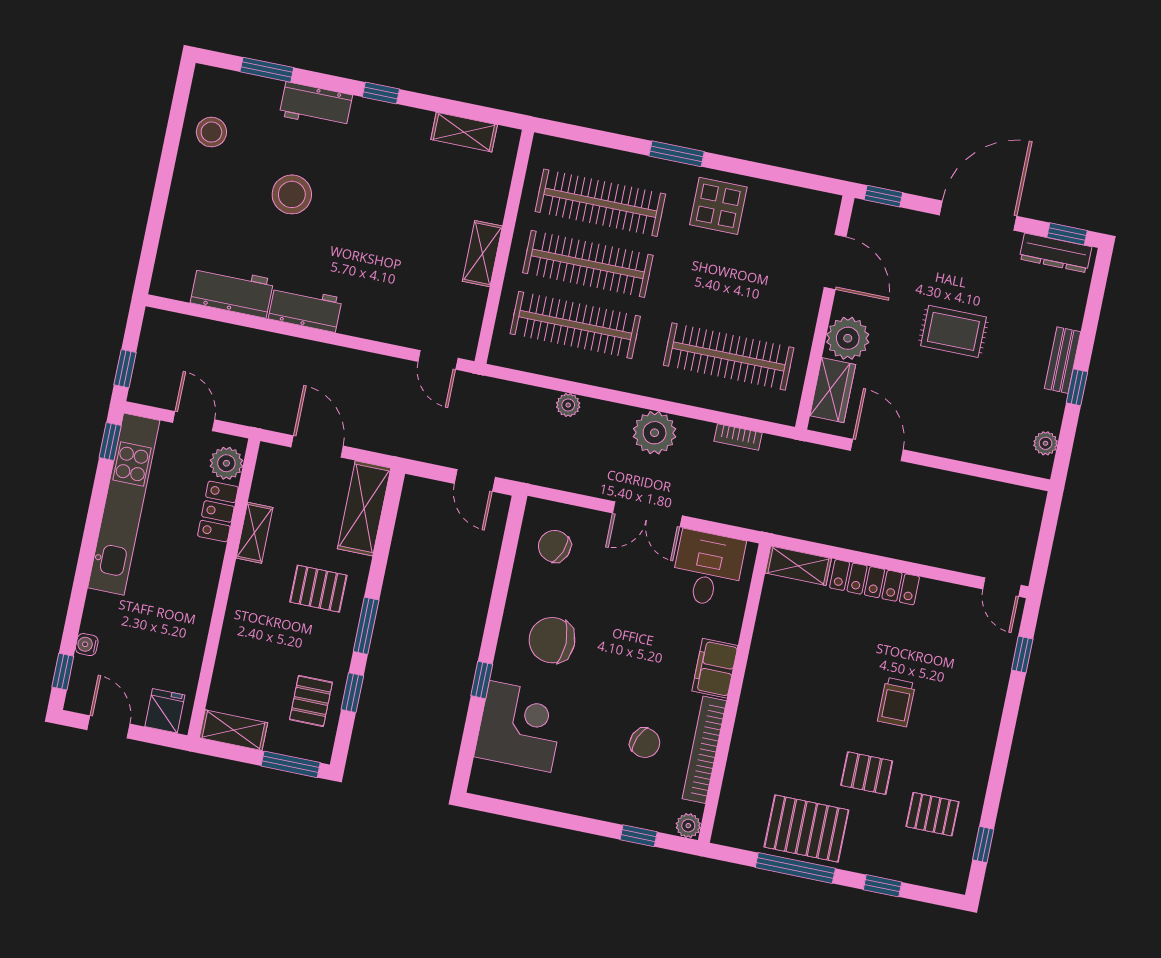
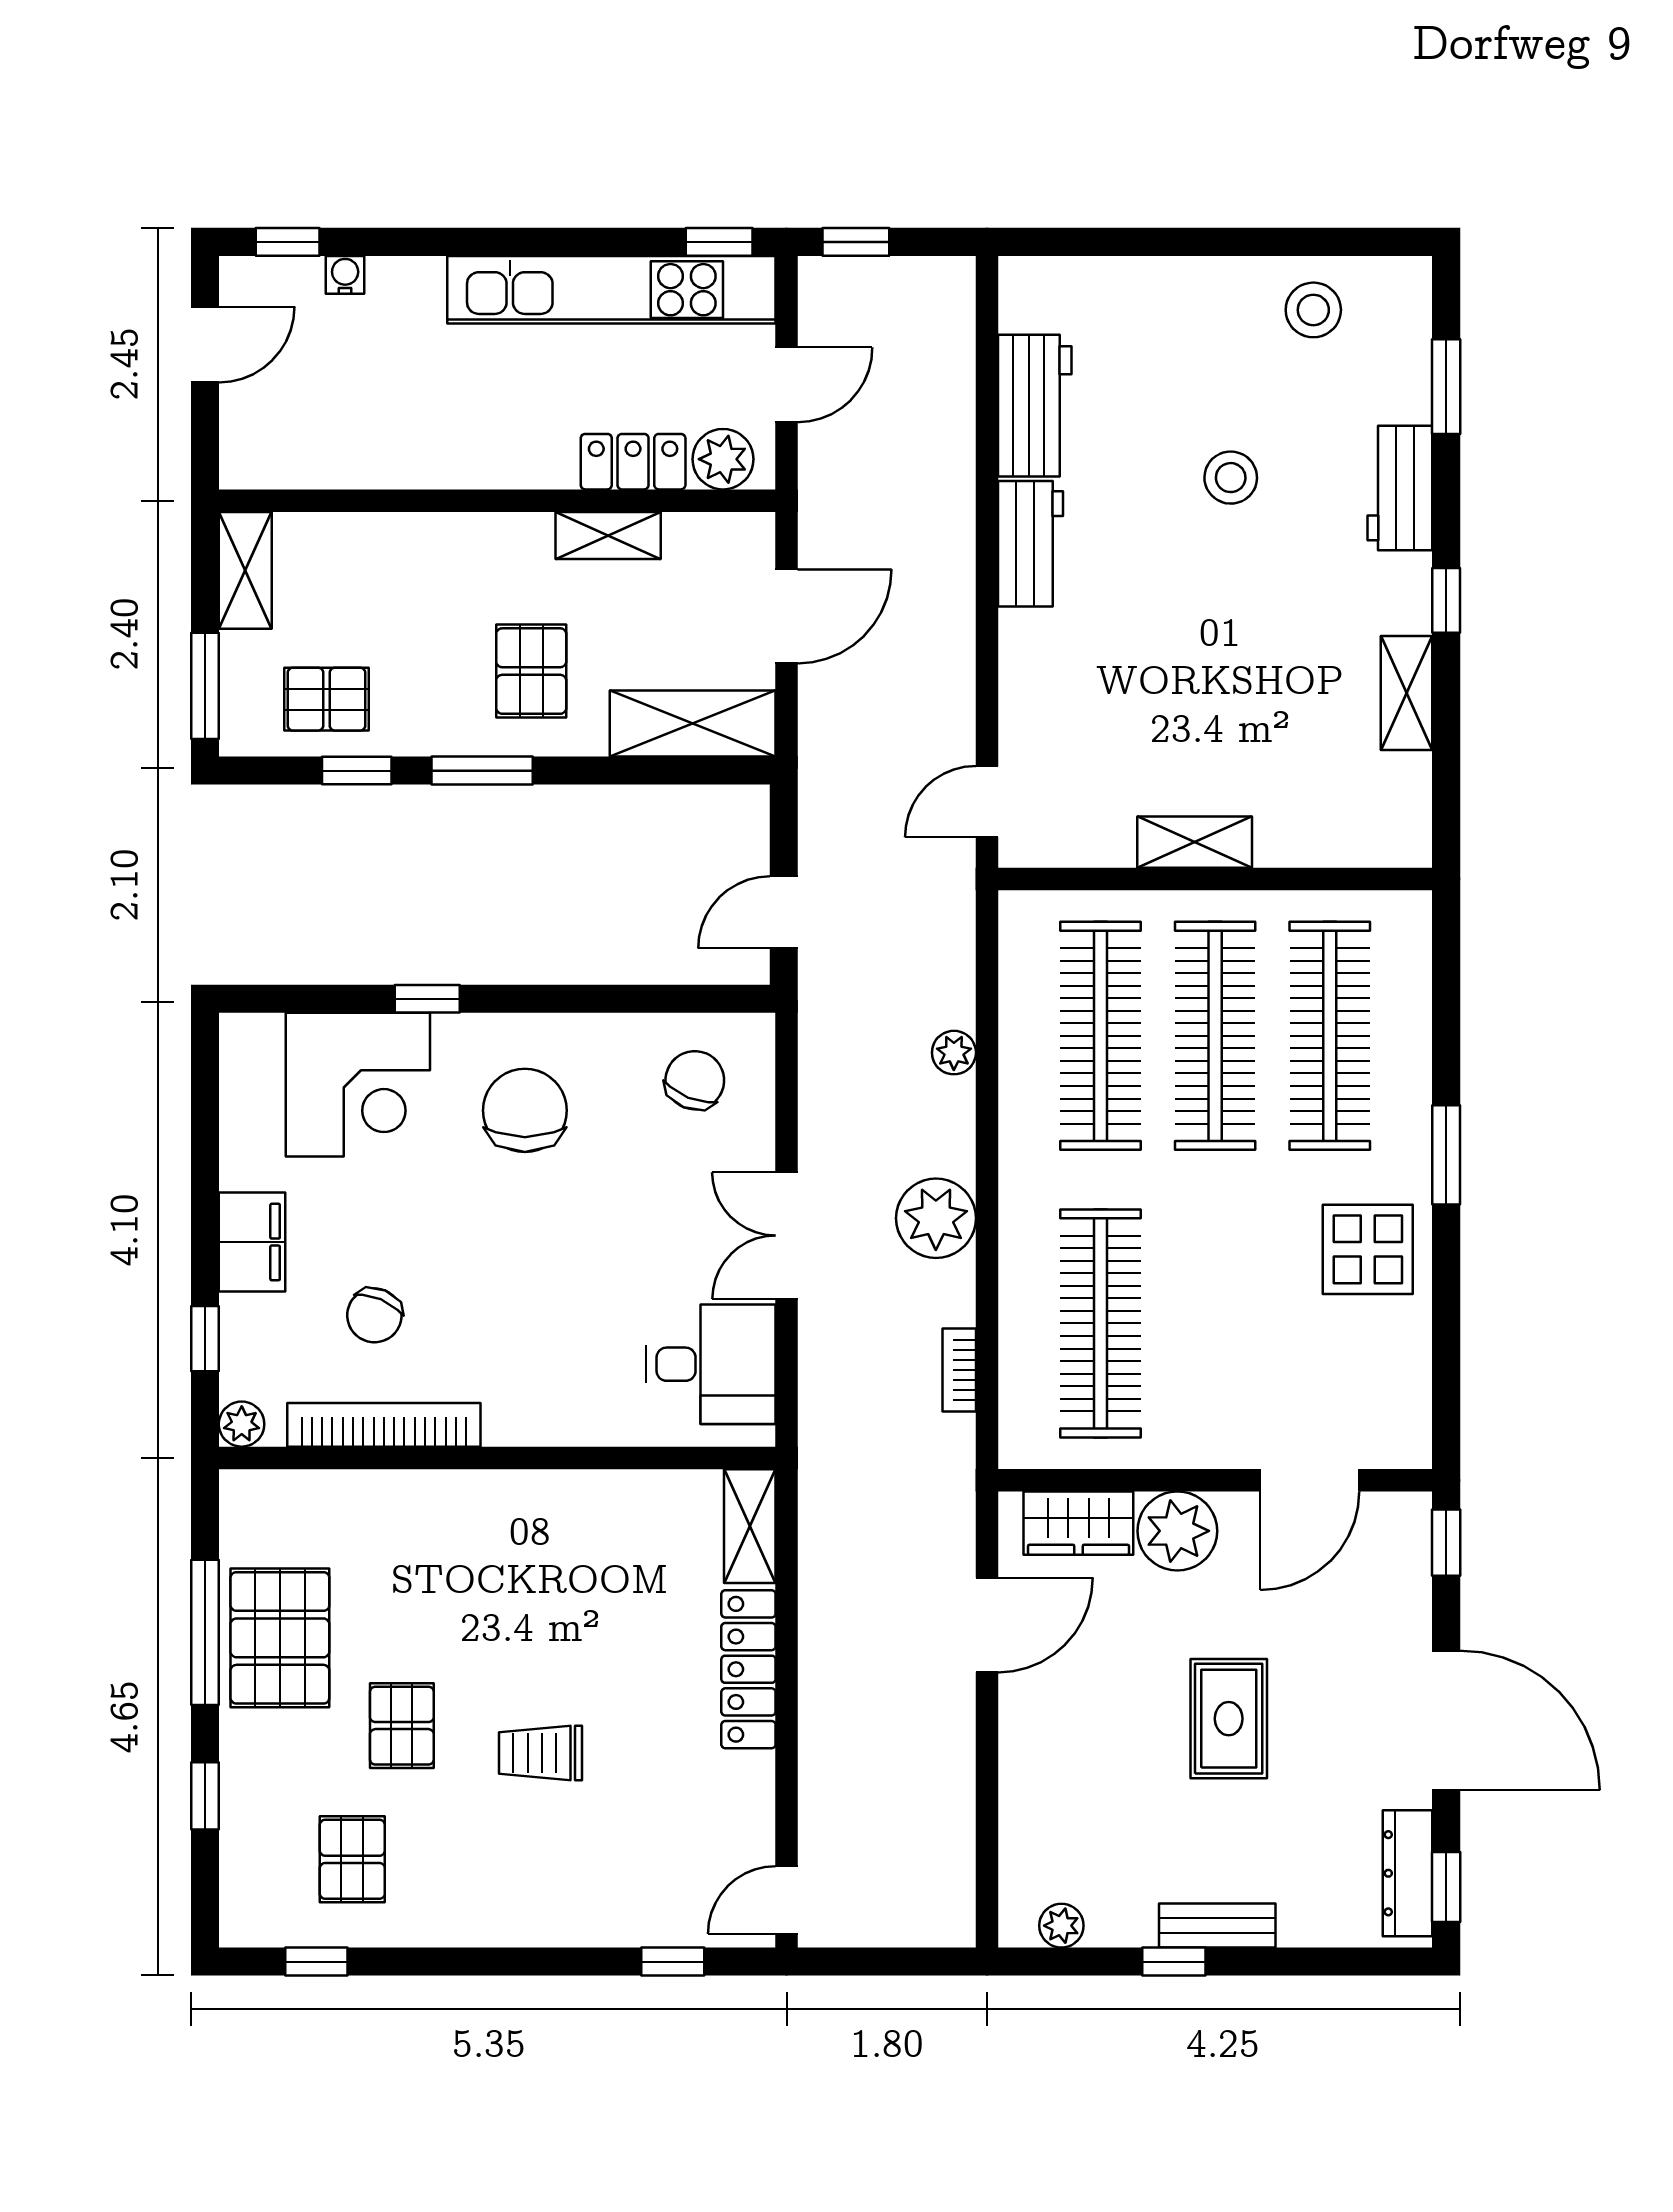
shelving: (464, 132) -> (1406, 693), moved
stool: (292, 194) -> (1231, 478), width x0.73, depth x0.73
filing cabinet: (715, 668) -> (252, 1242), moved, turned 90
fridge: (165, 711) -> (255, 440), removed

